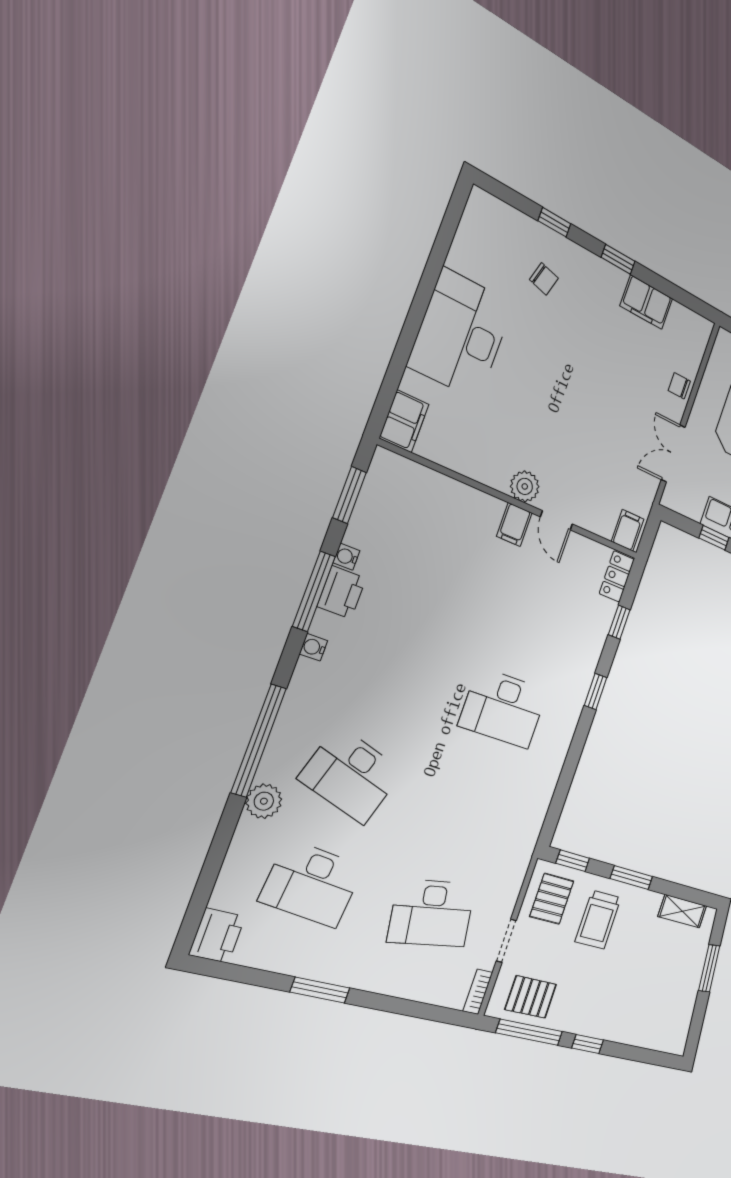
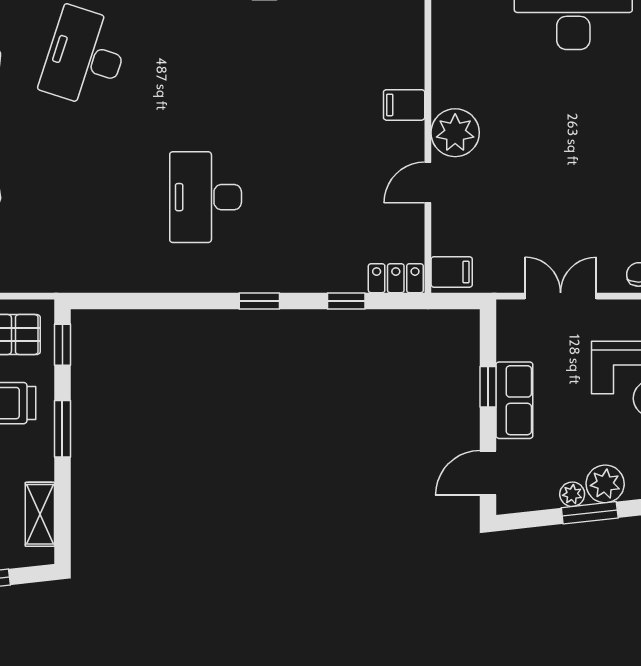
plant: (525, 486) -> (455, 133), width x1.36, depth x1.36
filing cabinet: (514, 524) -> (404, 105), moved

